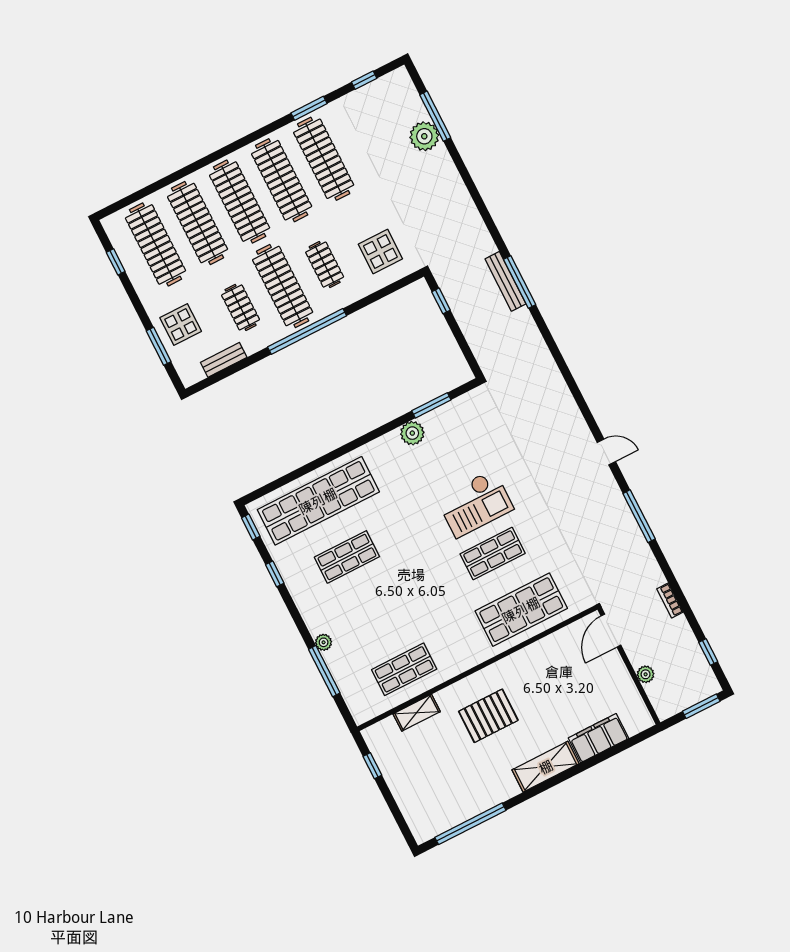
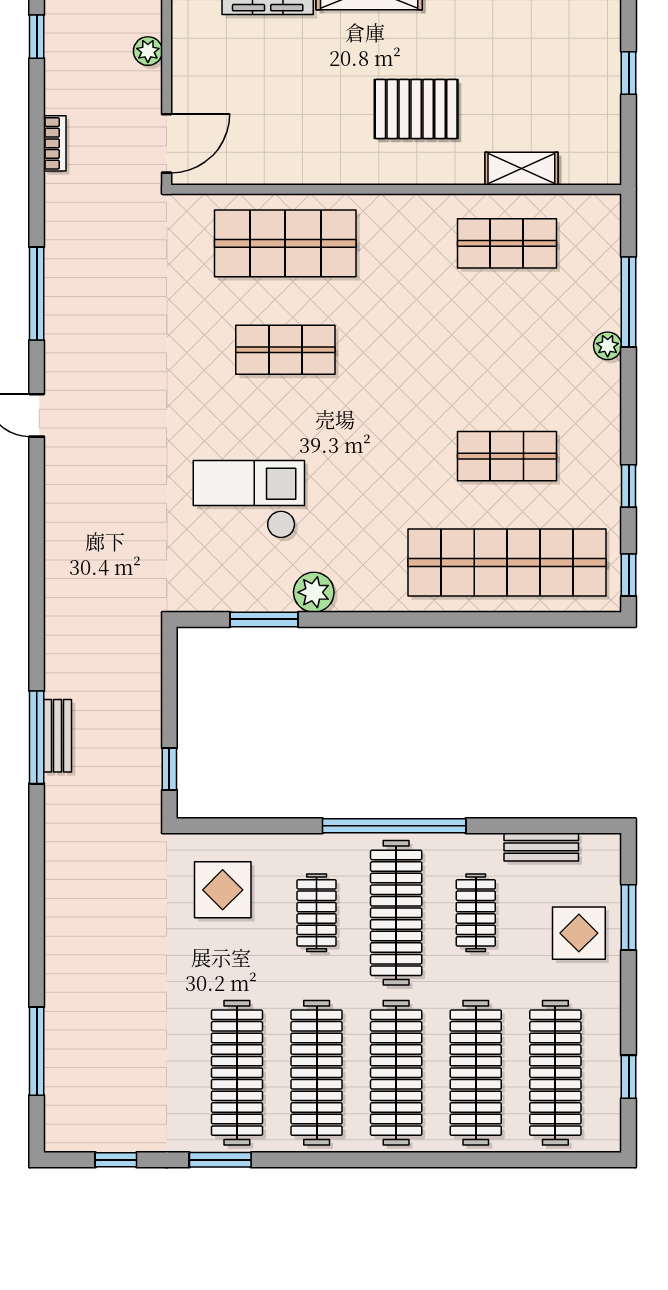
plant: (424, 136) -> (68, 1029), removed
bench: (505, 281) -> (58, 736), width x0.73
checkout: (475, 503) -> (249, 499), moved
window: (372, 766) -> (629, 73), moved

